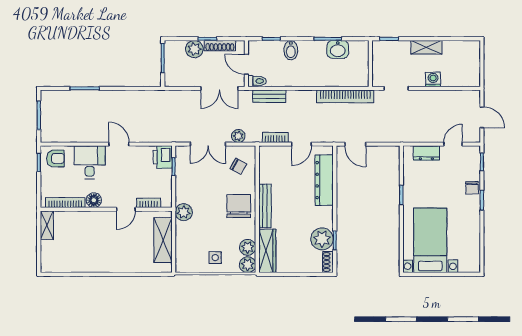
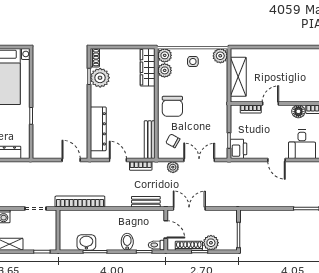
toilet: (257, 81) -> (156, 245), moved
door: (302, 144) -> (118, 160), hinge flipped
bench: (265, 206) -> (150, 140), moved
plant: (184, 212) -> (220, 56), moved

